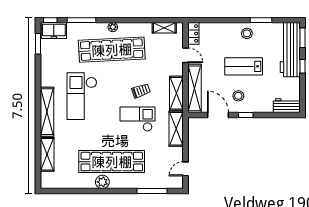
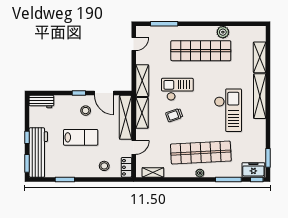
stool: (247, 33) -> (104, 166), moved
door: (185, 55) -> (134, 147), swing flipped
checkout: (137, 119) -> (177, 89), turned 180
plant: (102, 182) -> (223, 32), moved

